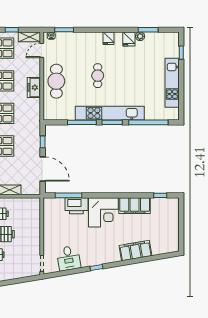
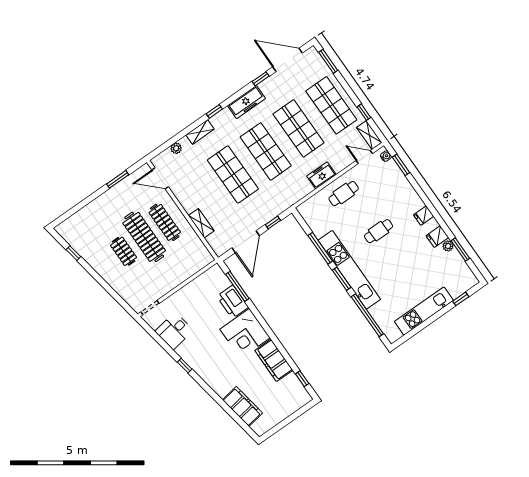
cafe table: (56, 81) -> (344, 193), width x0.73, depth x0.74
filing cabinet: (135, 251) -> (242, 406), moved

